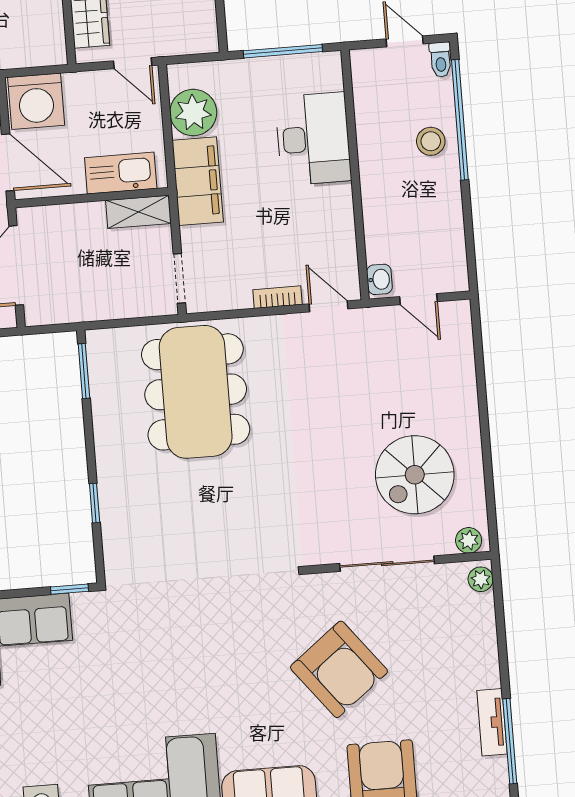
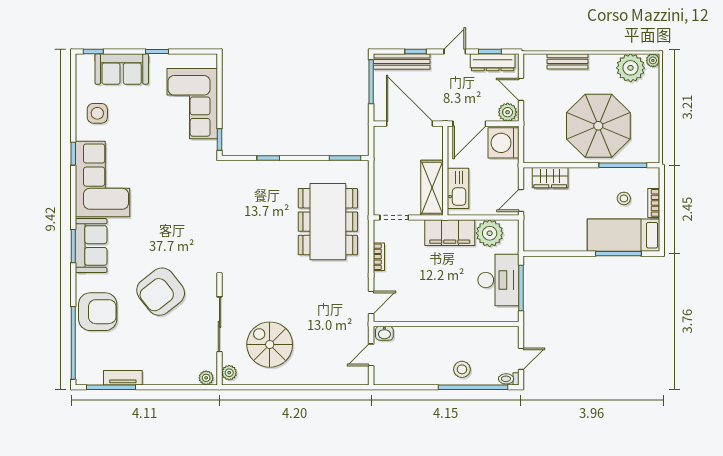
desk: (313, 139) -> (498, 280), moved, turned -90
shelving: (138, 212) -> (432, 188), width x1.50, depth x1.33
bookcase: (278, 297) -> (379, 257), moved
dining table: (196, 392) -> (328, 222), turned 90

